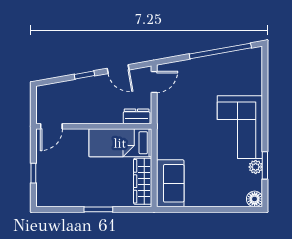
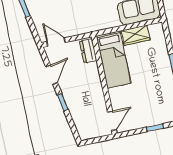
door: (51, 126) -> (112, 121), hinge flipped
wardrobe: (143, 181) -> (135, 35), width x0.67

